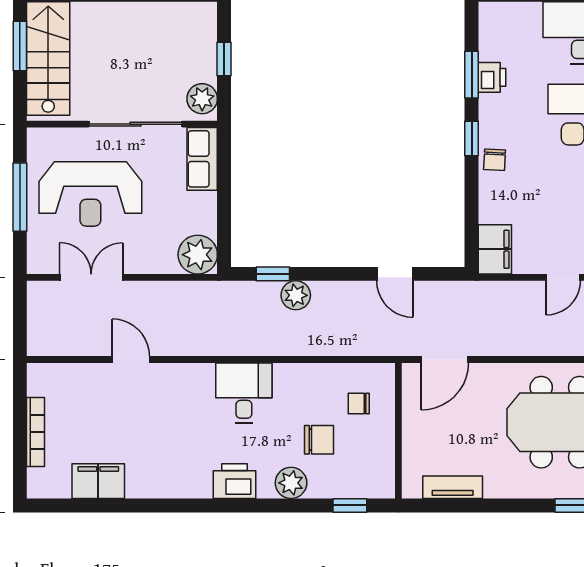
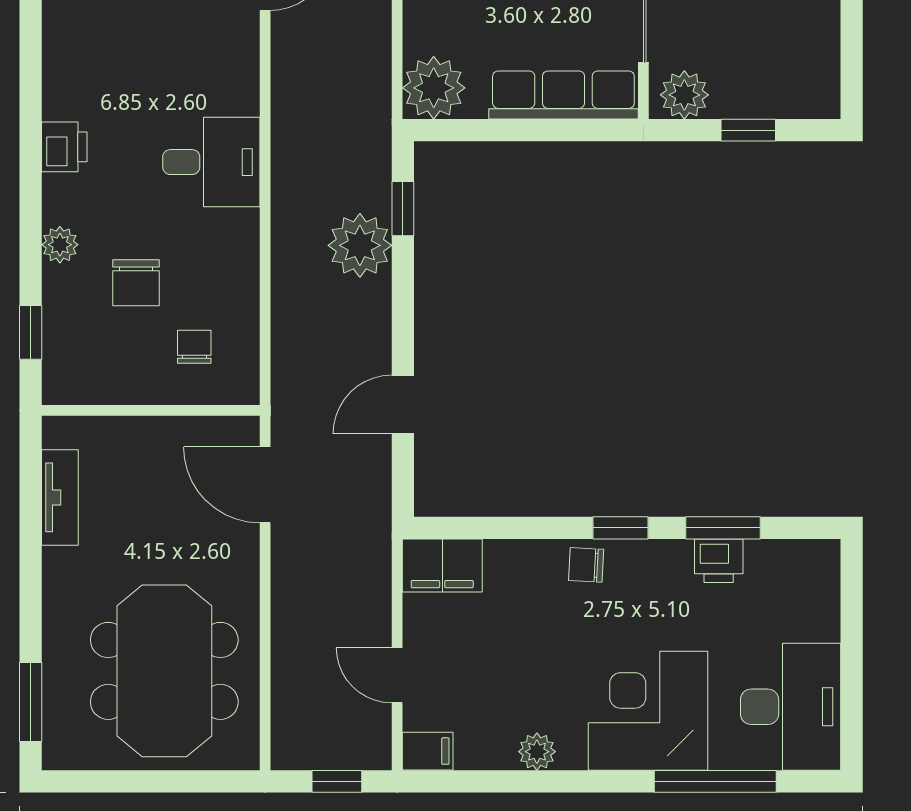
row of seats: (202, 159) -> (563, 95), width x1.48
plant: (296, 295) -> (360, 245), width x1.36, depth x1.36
printer: (235, 481) -> (64, 147), width x0.73, depth x0.81
plant: (291, 483) -> (60, 245), width x0.73, depth x0.73

